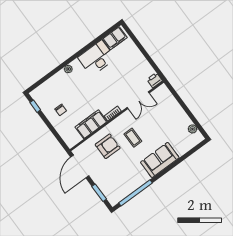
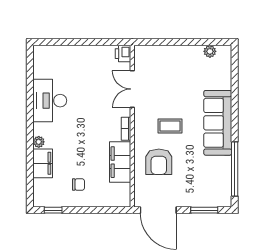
filing cabinet: (115, 38) -> (43, 163), moved
double door: (138, 100) -> (132, 89), swing flipped
armchair: (108, 146) -> (159, 162), turned 180
sofa: (160, 160) -> (218, 123), width x1.36

